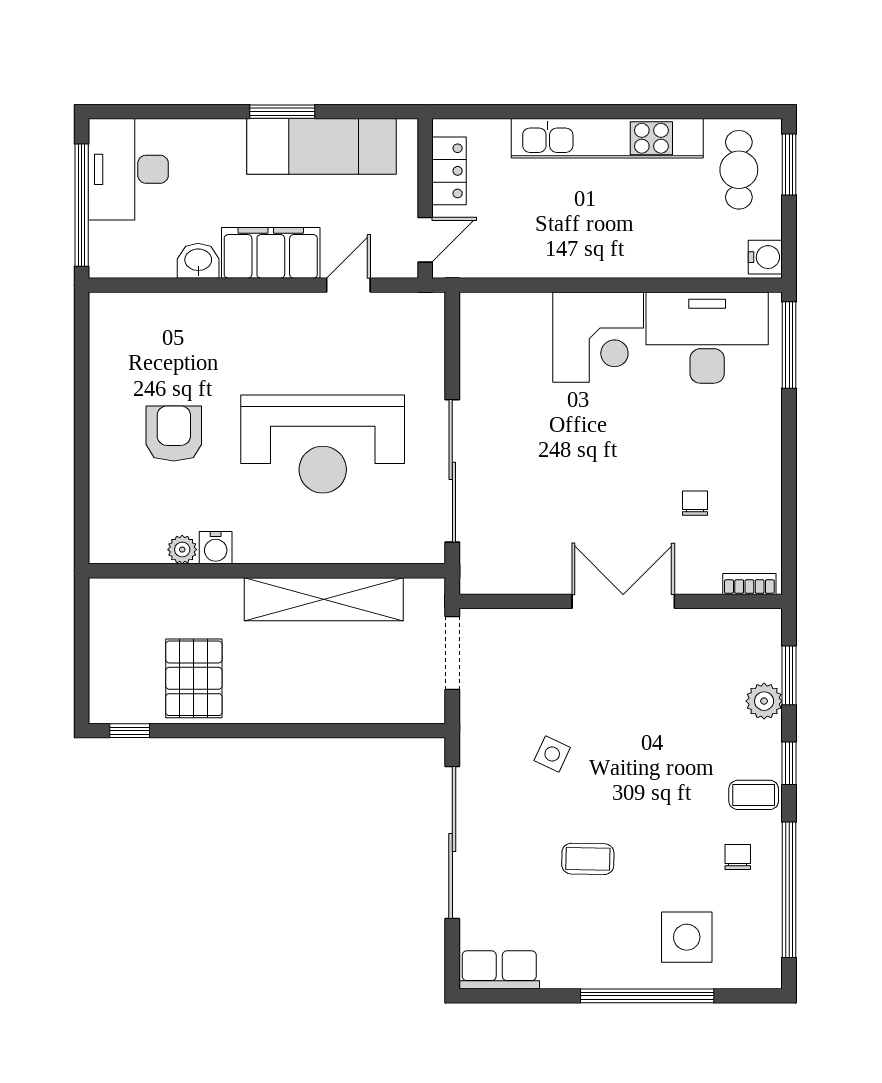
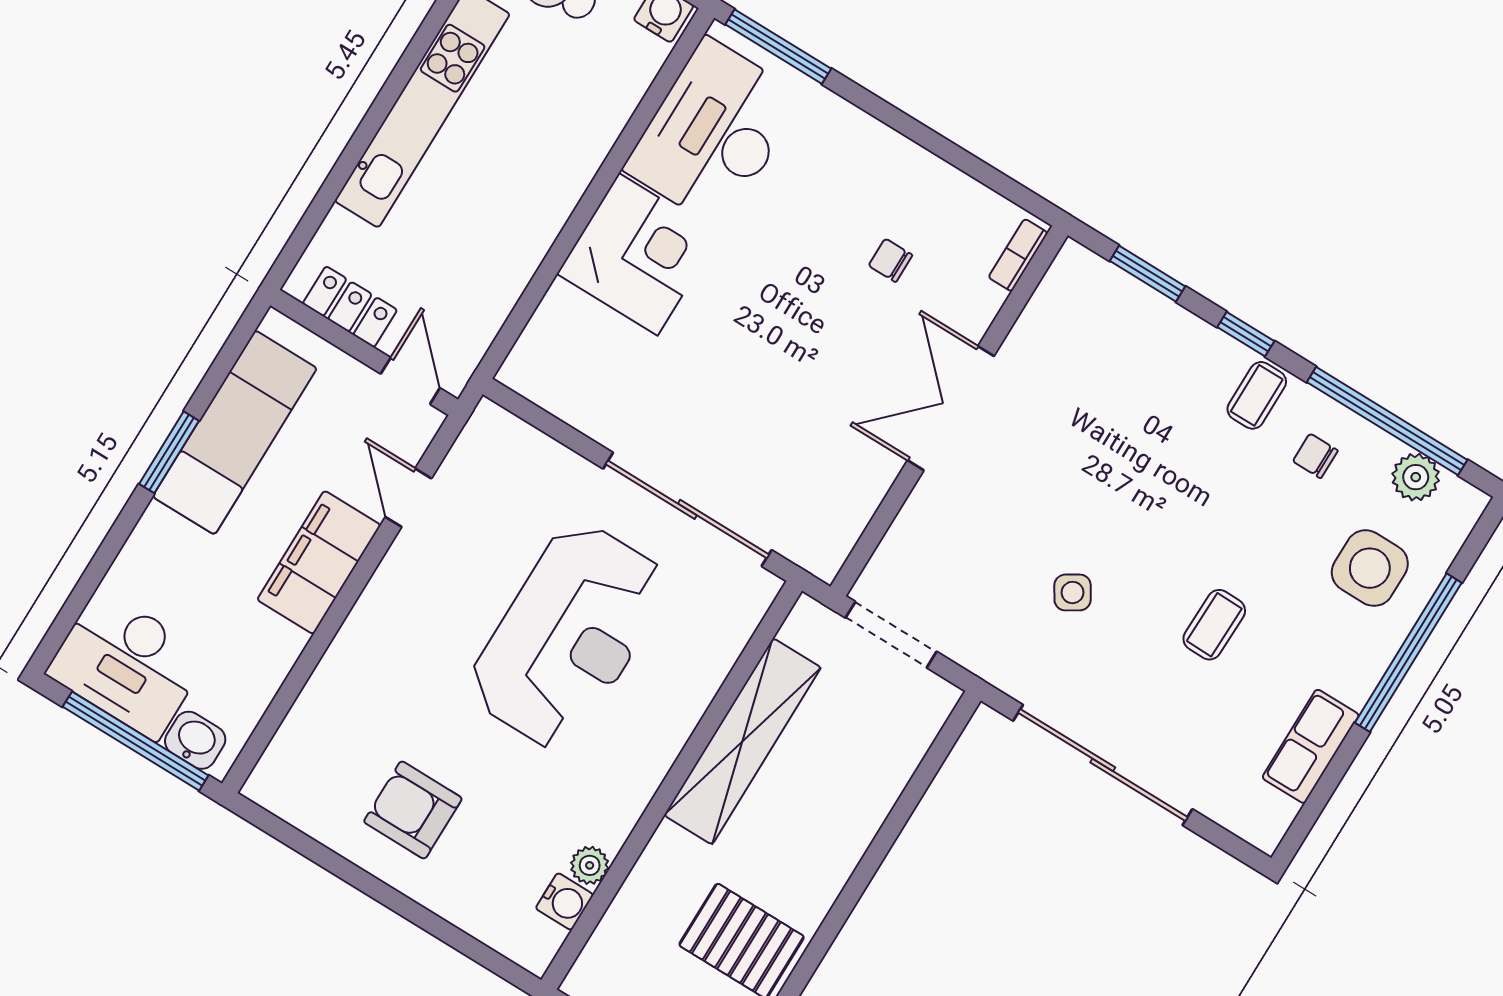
washbasin: (198, 261) -> (195, 740), moved, turned 90
armchair: (174, 433) -> (413, 810), moved
water cooler: (216, 548) -> (565, 902), moved
plant: (764, 701) -> (1416, 477), moved
side table: (552, 754) -> (1073, 592), turned 33
row of seats: (499, 970) -> (1311, 746), moved

